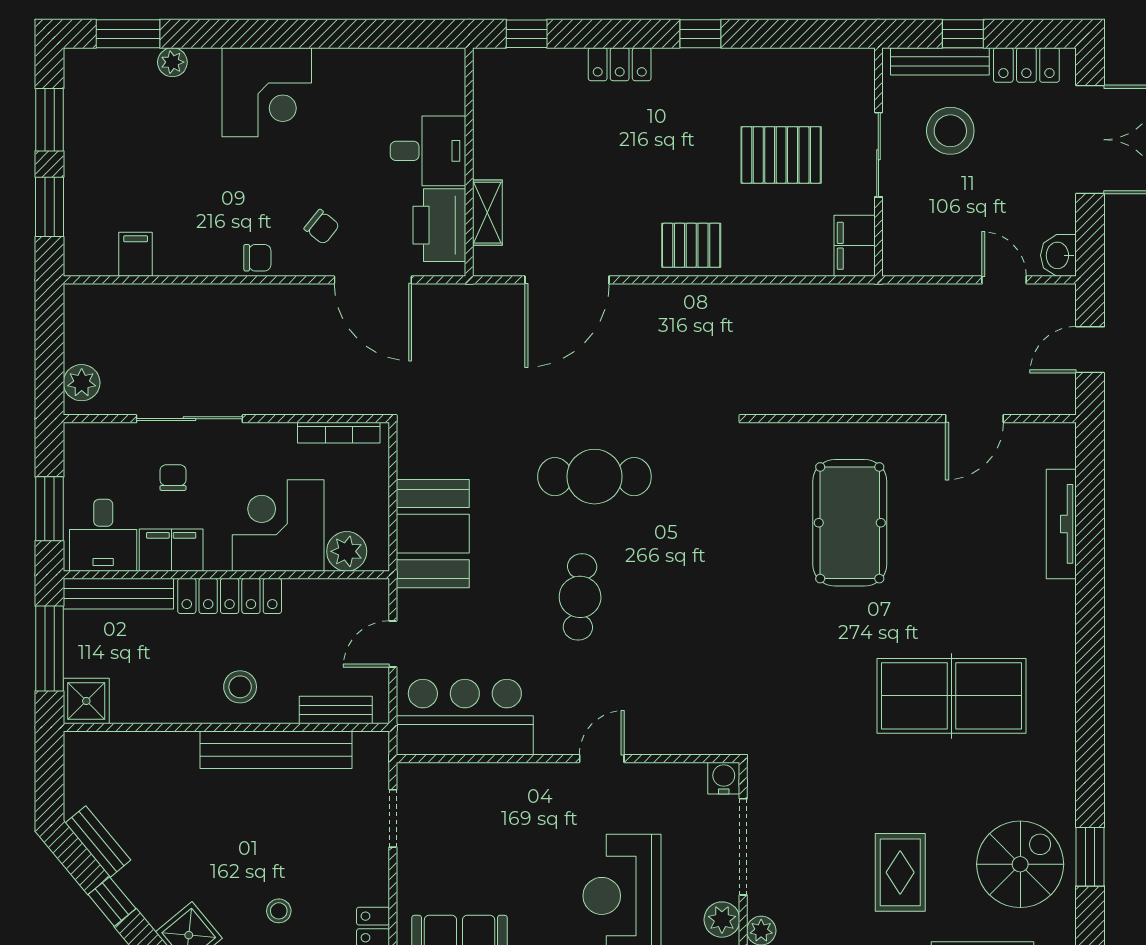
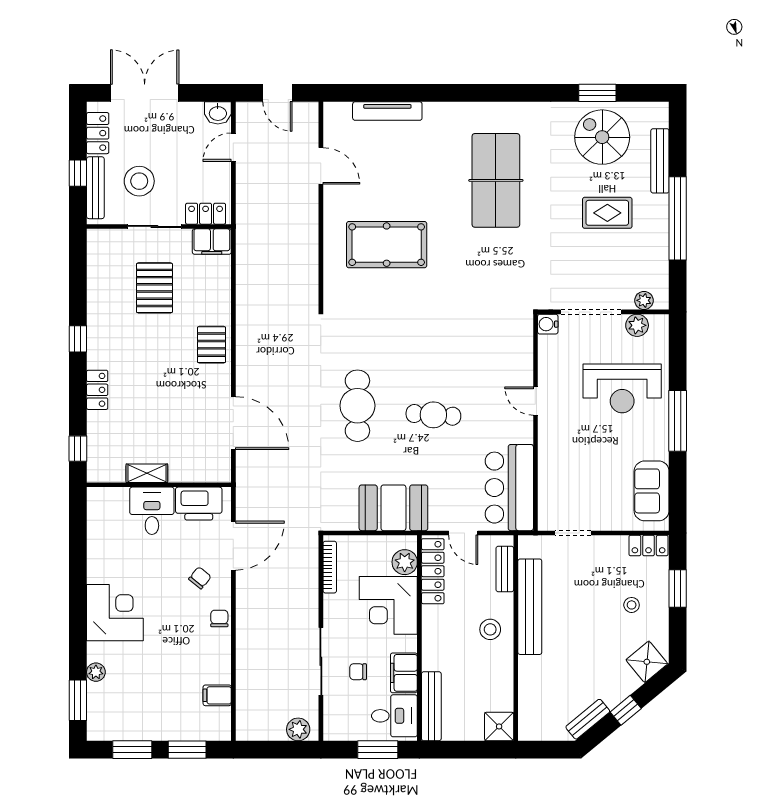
shelving: (487, 213) -> (147, 473), moved
locker: (899, 236) -> (206, 214), added
locker: (230, 596) -> (433, 571), moved
window: (49, 648) -> (466, 750), removed

